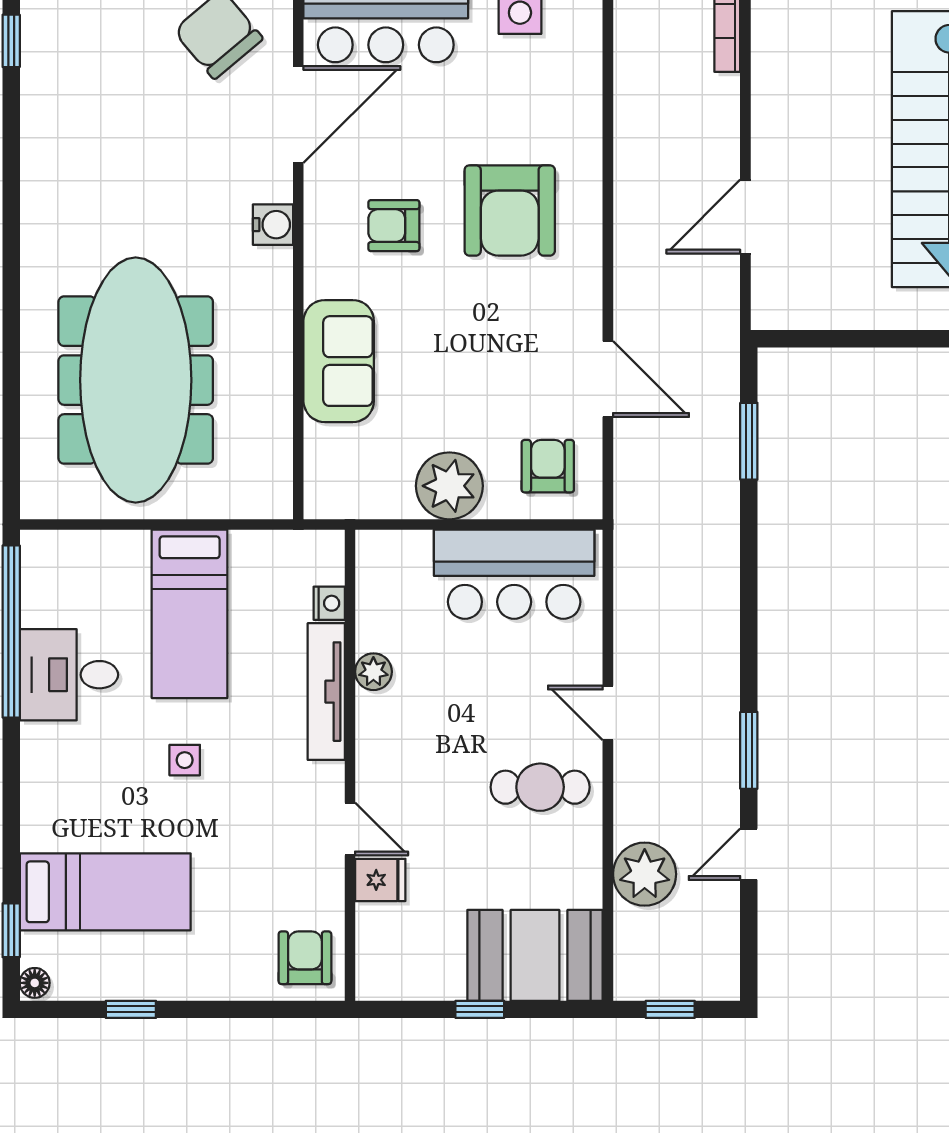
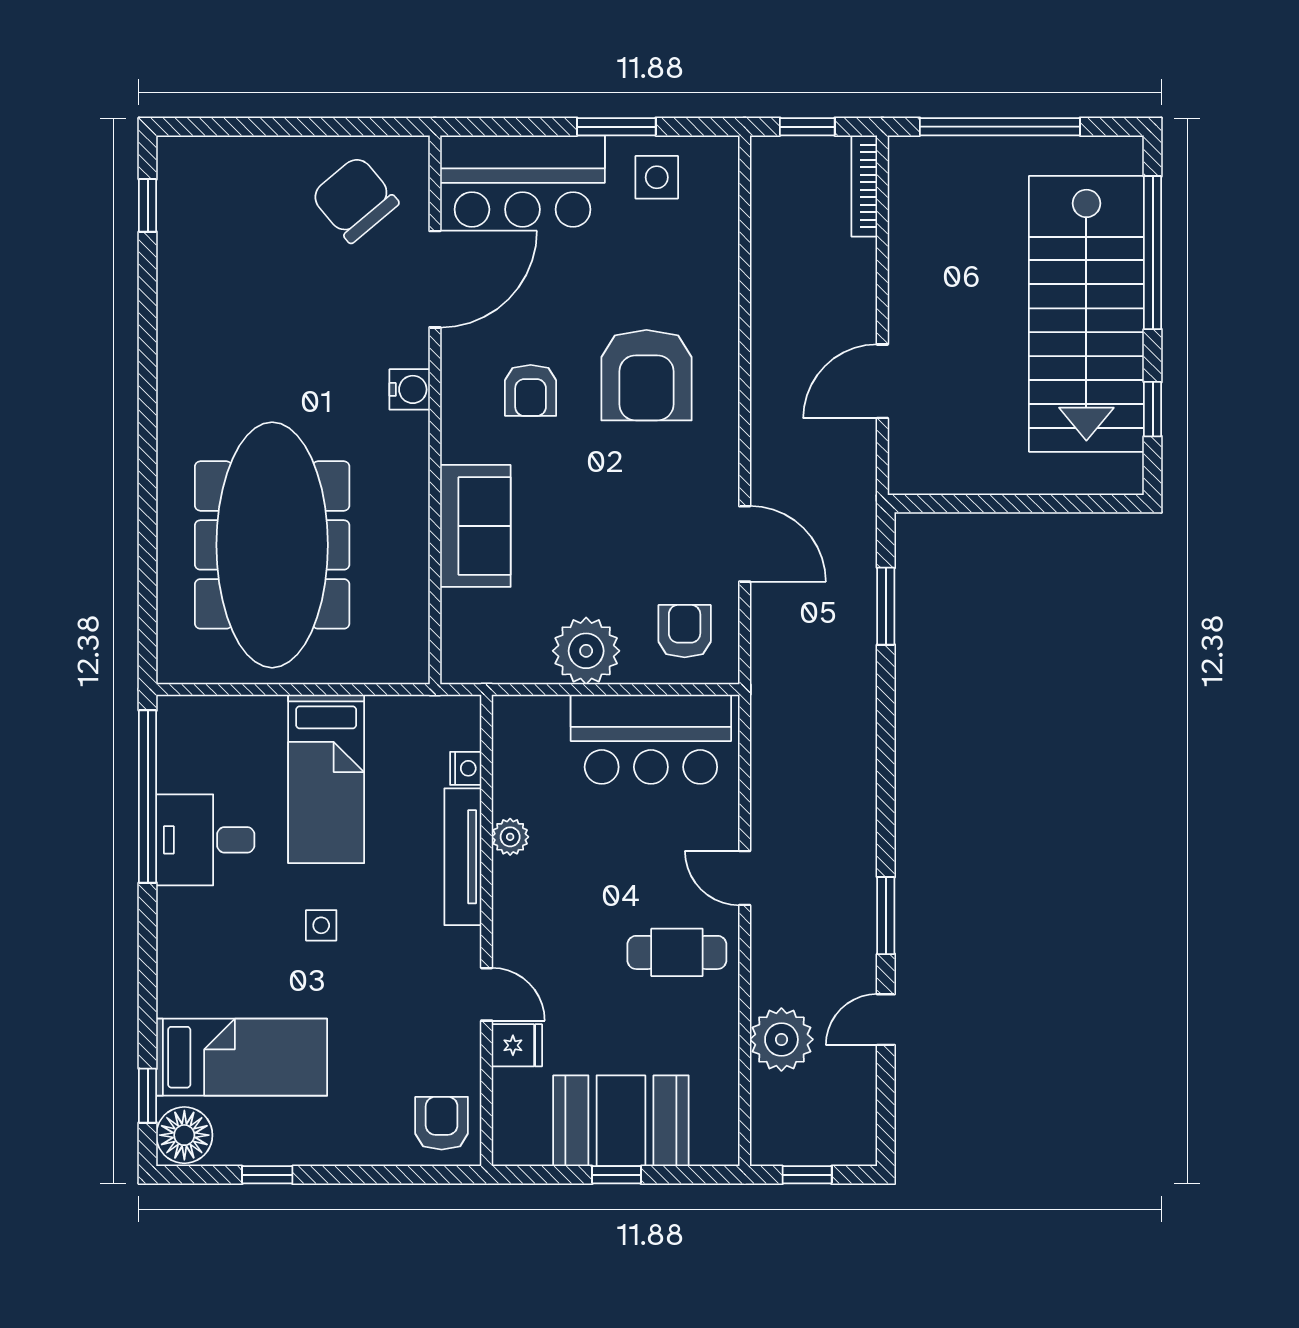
armchair: (394, 226) -> (531, 390), turned -90
booth: (535, 955) -> (621, 1121), moved
floor lamp: (35, 983) -> (184, 1135), width x1.89, depth x1.89

